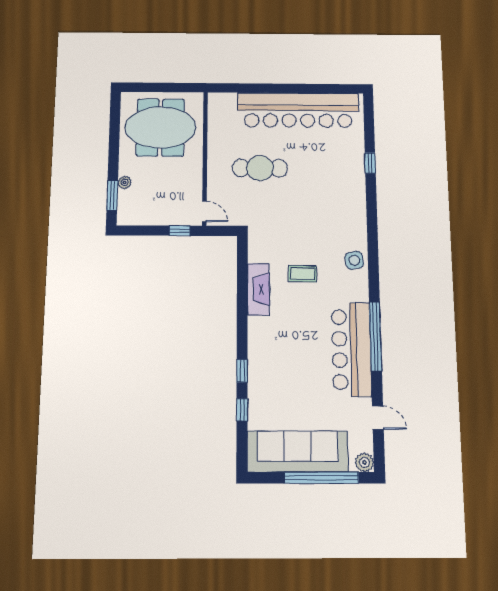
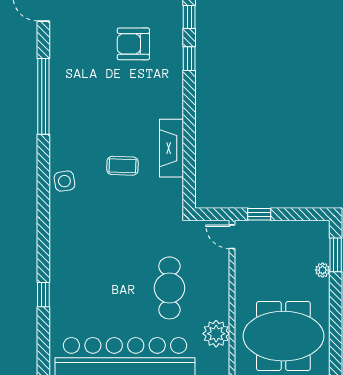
plant: (219, 130) -> (216, 334), added
cafe table: (260, 168) -> (169, 288), turned 90
bar counter: (351, 349) -> (70, 82), removed
armchair: (294, 385) -> (133, 44), added

